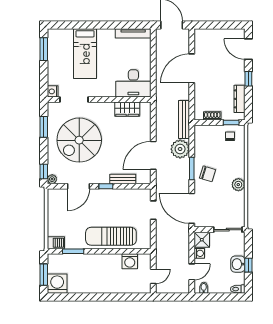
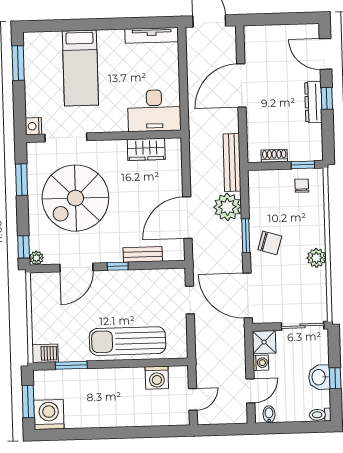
dresser: (239, 99) -> (313, 102), moved

